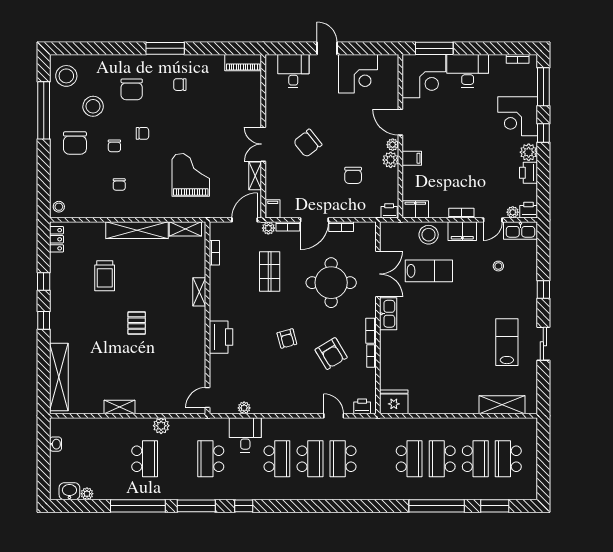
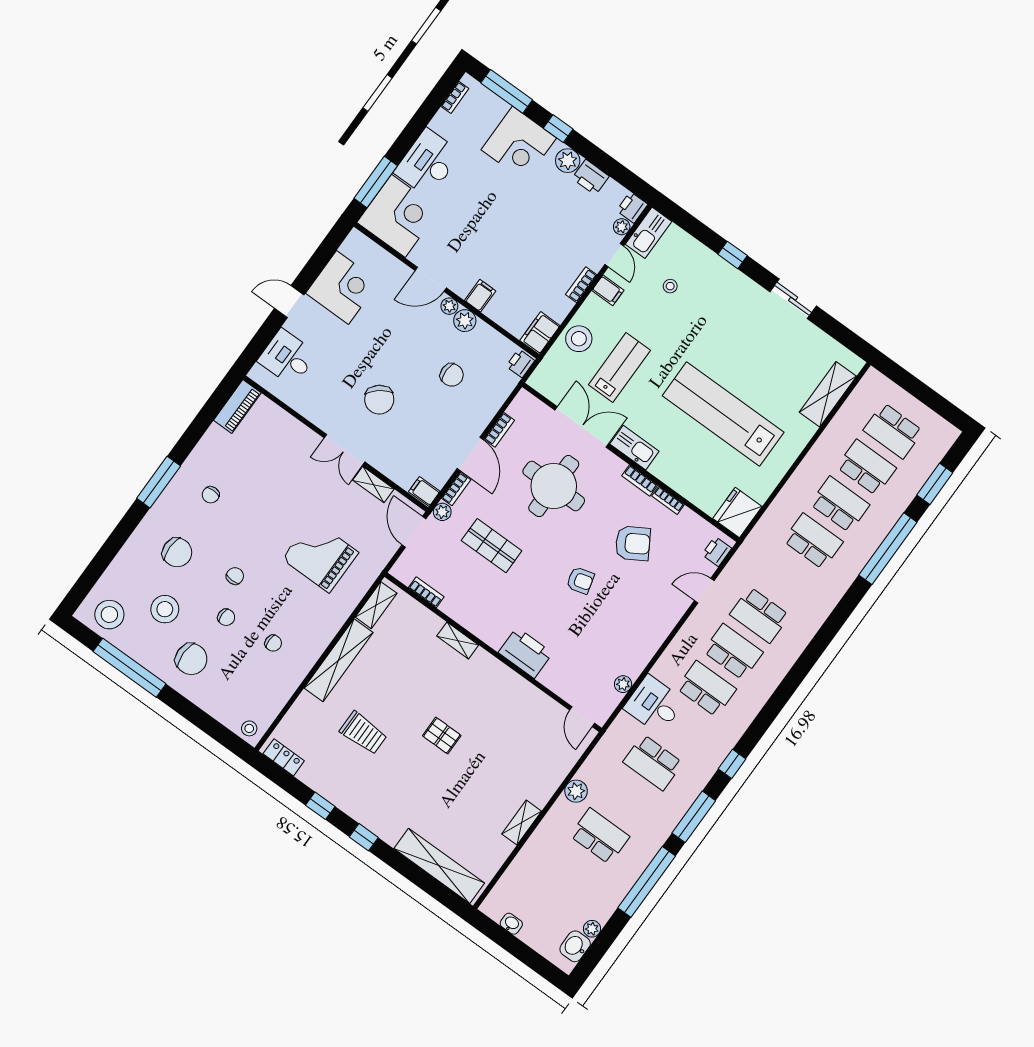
filing cabinet: (462, 231) -> (608, 290), width x0.50
lab bench: (507, 342) -> (723, 414), moved, width x1.86, depth x1.39
school desk: (442, 459) -> (840, 504), turned 180

